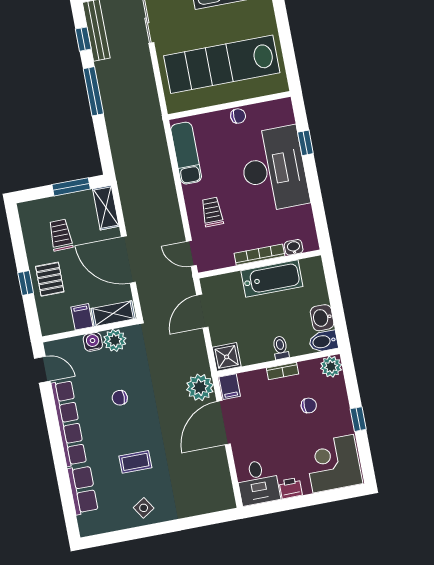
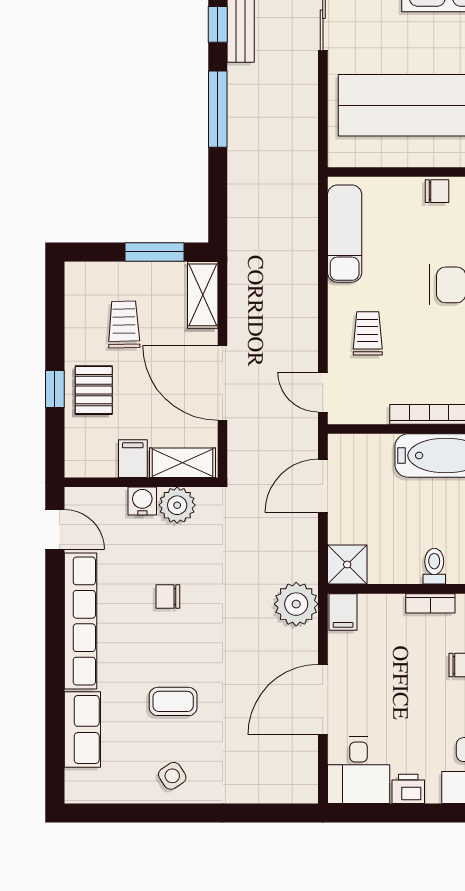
door: (224, 423) -> (323, 700), moved

